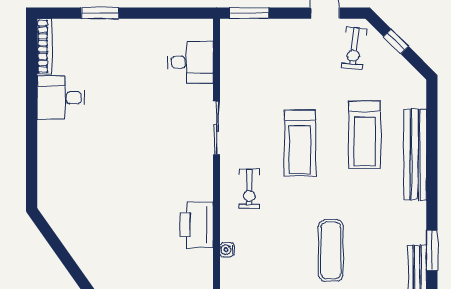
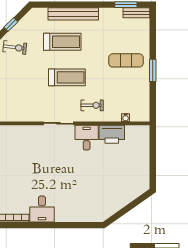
desk: (191, 62) -> (87, 138), moved

